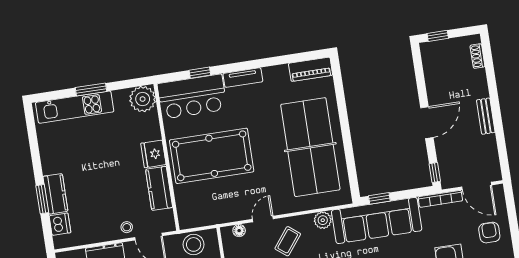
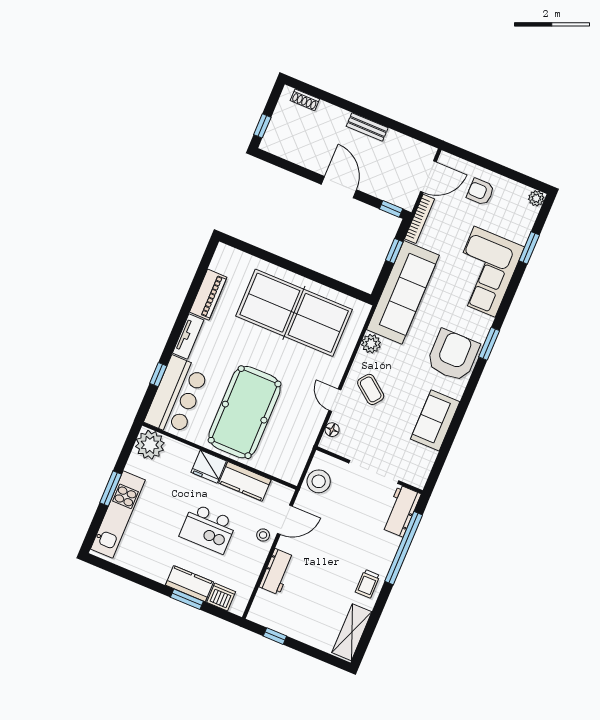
piano: (311, 69) -> (208, 295), moved
kitchen island: (106, 182) -> (208, 529), added
window: (379, 198) -> (394, 251), moved

